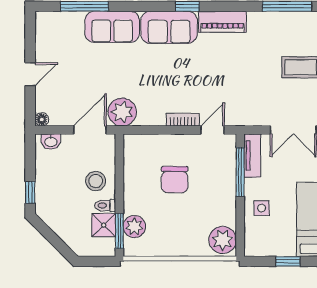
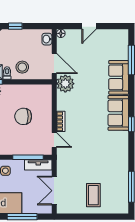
piano: (222, 22) -> (122, 146), removed
door: (30, 74) -> (89, 26), hinge flipped

